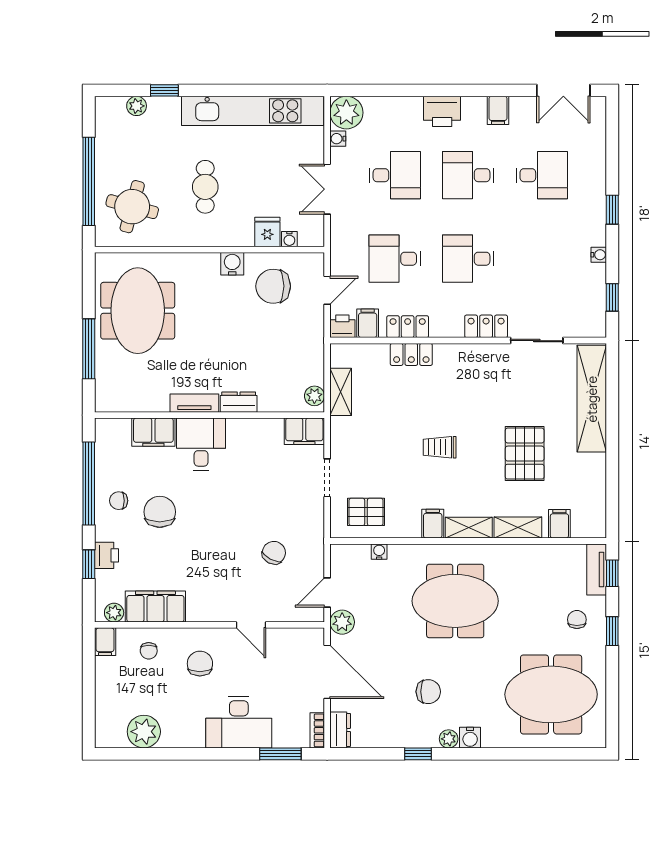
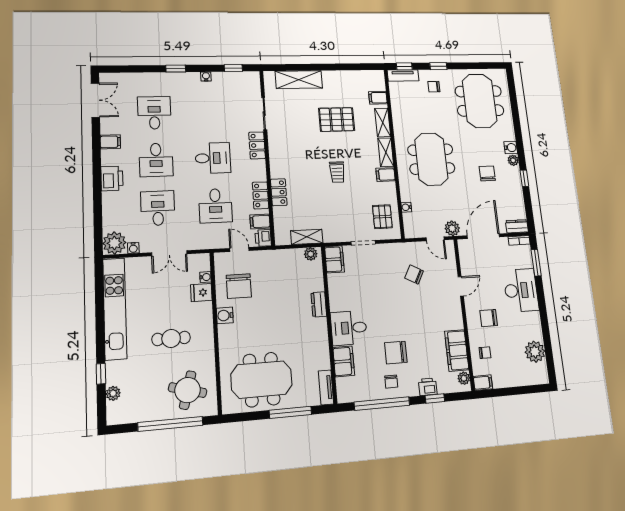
desk: (468, 259) -> (213, 158), turned -90
shelving: (592, 399) -> (299, 80), width x0.68
tv unit: (194, 403) -> (326, 387), moved

